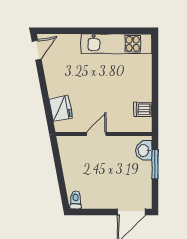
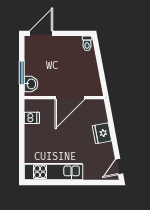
fridge: (61, 108) -> (102, 133), moved
door: (96, 134) -> (70, 98), width x1.87

